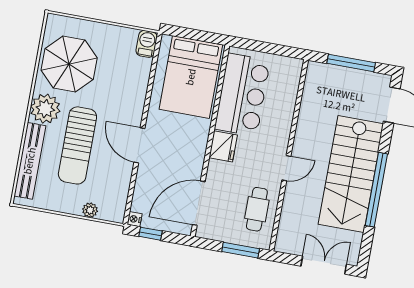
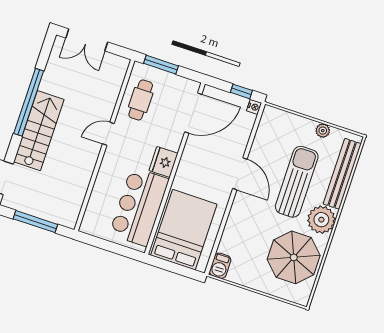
stairs: (351, 174) -> (39, 131), width x0.73, depth x0.66
plant: (90, 210) -> (323, 131), moved

